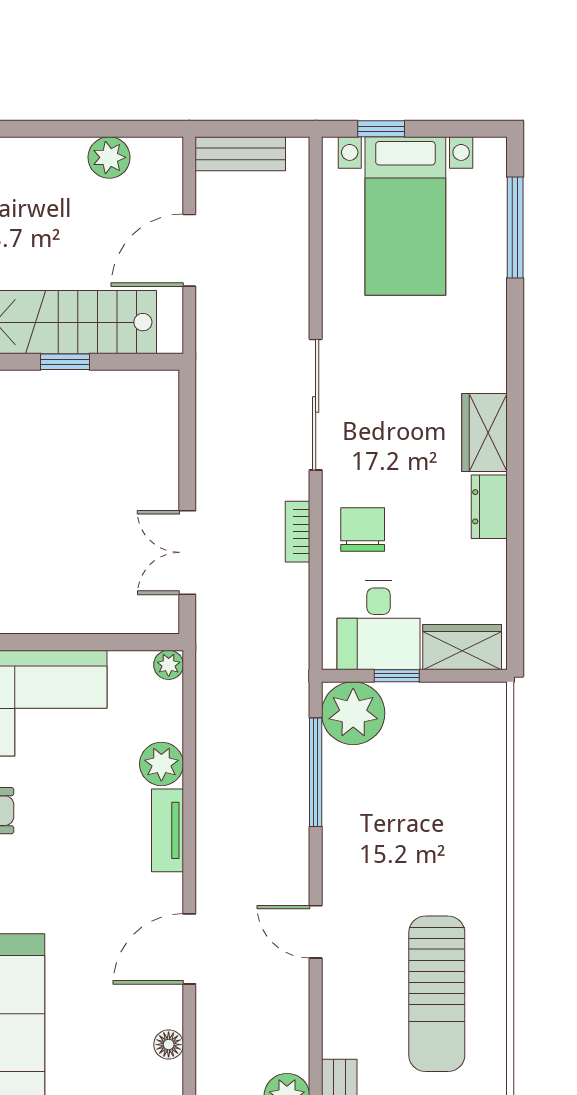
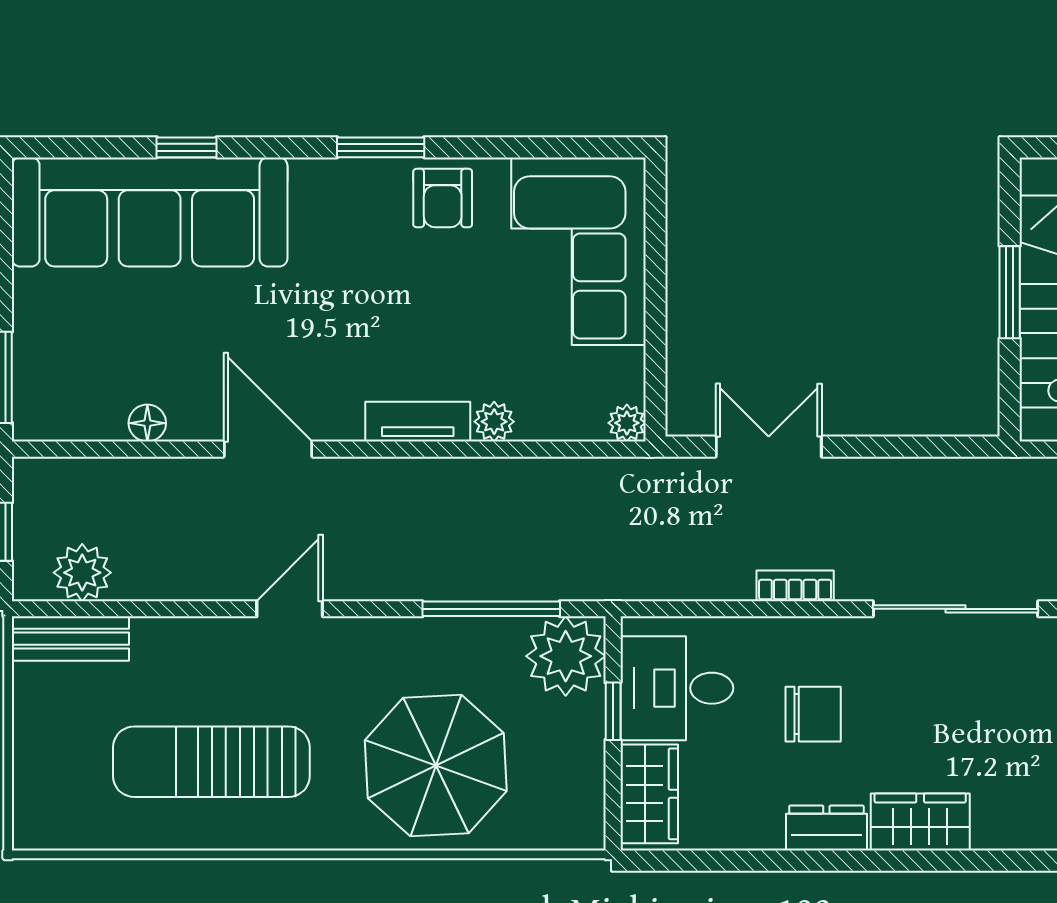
window: (65, 362) -> (1010, 292), width x1.50
chair: (363, 529) -> (813, 714), moved
plant: (161, 764) -> (494, 422), width x0.73, depth x0.73
parasol: (440, 816) -> (436, 766), added

